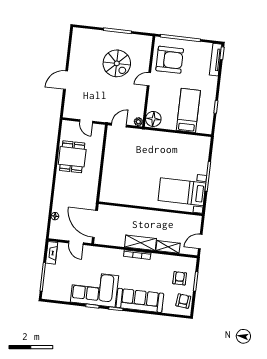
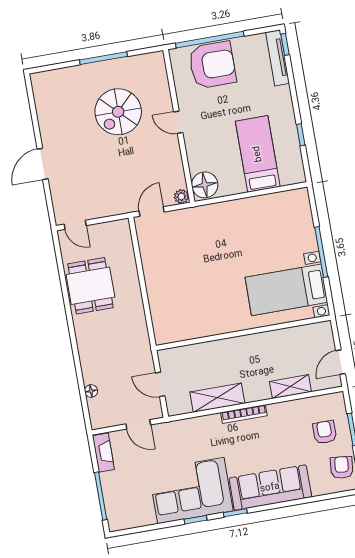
armchair: (170, 60) -> (212, 65), moved
spiral stairs: (117, 63) -> (118, 112), turned 90
door: (149, 79) -> (178, 122), hinge flipped
door: (86, 121) -> (75, 225), moved
door: (95, 224) -> (160, 384), width x0.53
shelving: (140, 243) -> (217, 398), moved

